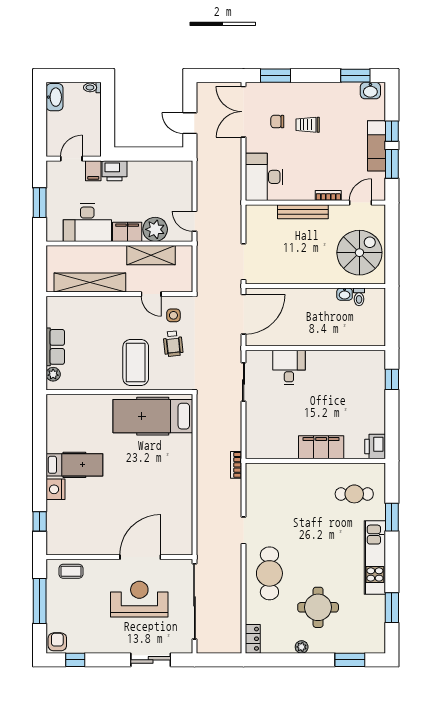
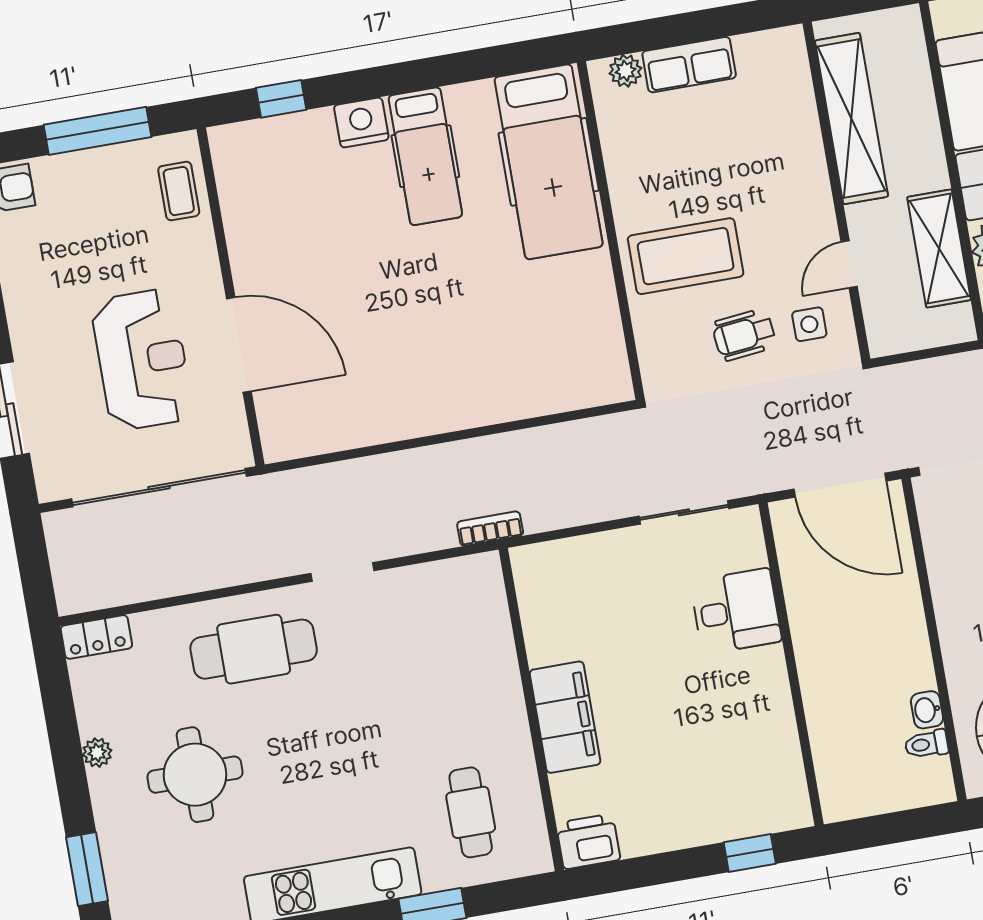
hospital bed: (153, 416) -> (549, 162), moved, turned 180

